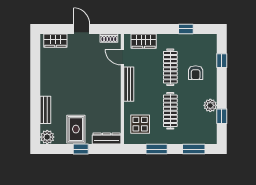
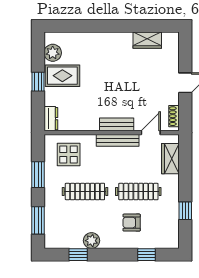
wardrobe: (55, 41) -> (147, 40), moved, turned -90
bench: (45, 110) -> (117, 124), moved
plant: (47, 137) -> (53, 53), moved
dresser: (107, 139) -> (51, 119), width x0.70

